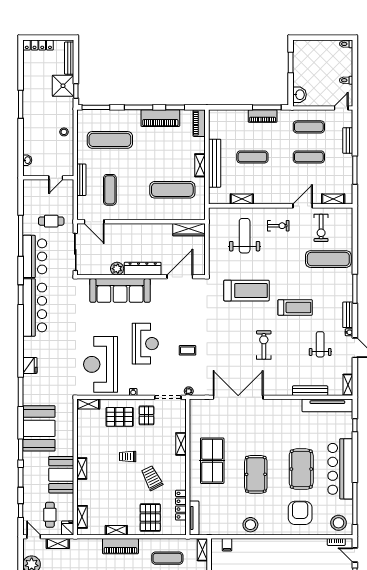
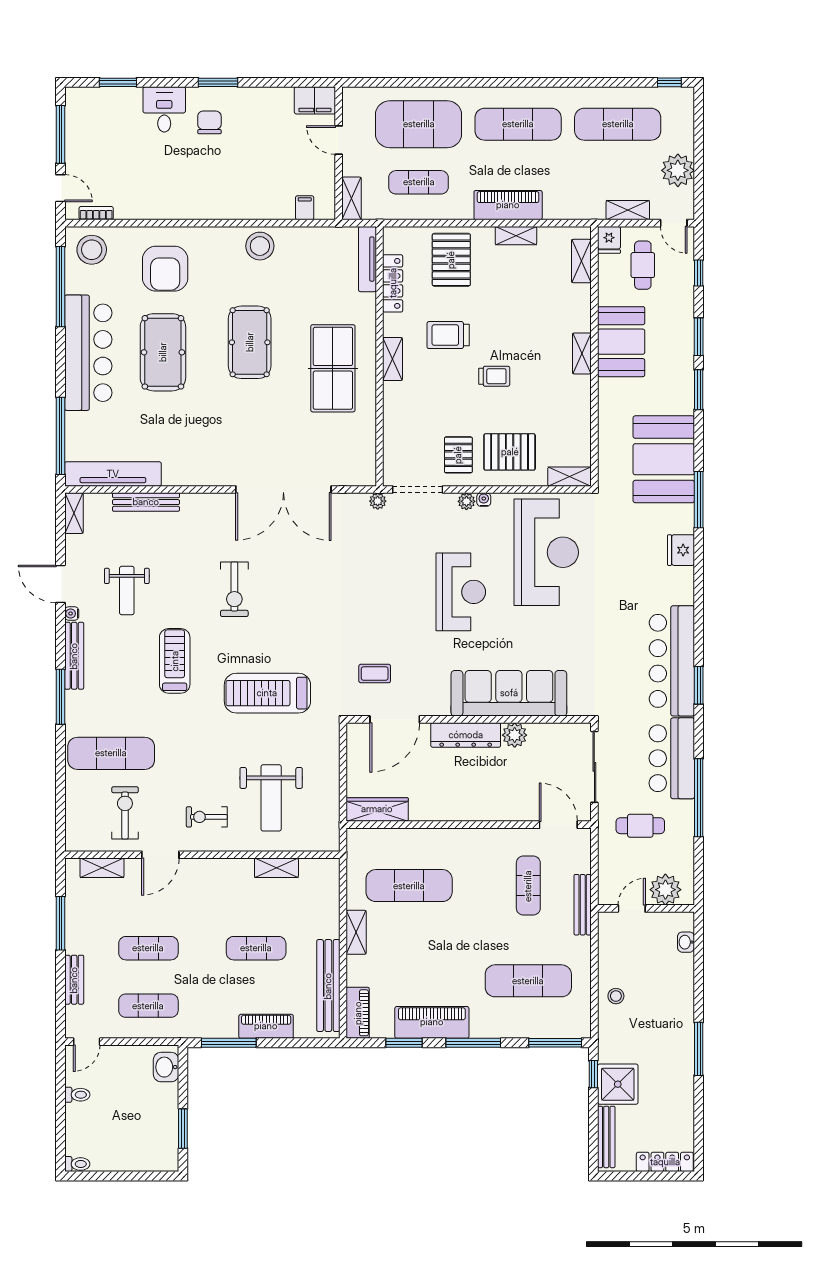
piano: (263, 116) -> (266, 1026), moved
bench: (215, 163) -> (328, 986), moved
plant: (38, 188) -> (665, 890), added
treadmill: (295, 307) -> (175, 661), turned 90
bench: (348, 315) -> (74, 656), width x1.36
reception desk: (145, 344) -> (461, 592), turned 180
coffee table: (187, 350) -> (375, 674), moved
plant: (142, 391) -> (466, 501), added
window: (355, 425) -> (60, 436), width x3.17
booth: (39, 428) -> (664, 459), moved
shelving: (181, 444) -> (392, 359), moved
trolley: (152, 478) -> (448, 335), turned 117

